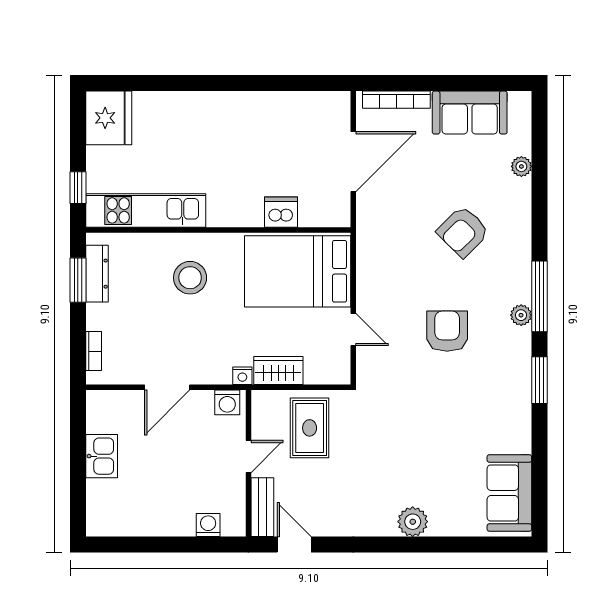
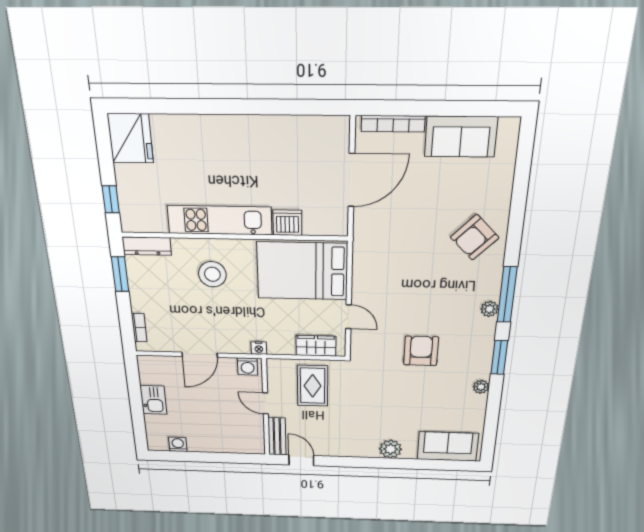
plant: (521, 166) -> (481, 387), moved
kitchen unit: (146, 210) -> (220, 220), moved
armchair: (463, 232) -> (475, 237), moved
dresser: (97, 274) -> (147, 246), moved, turned 90
armchair: (447, 331) -> (421, 351), moved
wardrobe: (278, 370) -> (316, 346), moved
door: (248, 456) -> (265, 403), swing flipped
sofa: (509, 493) -> (448, 446), moved, turned 90
washing machine: (208, 525) -> (178, 444), moved

